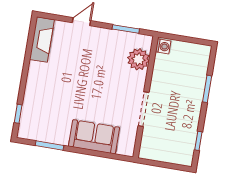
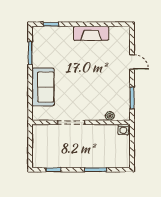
fireplace: (42, 40) -> (91, 33), moved
plant: (138, 59) -> (110, 116), width x0.53, depth x0.53

